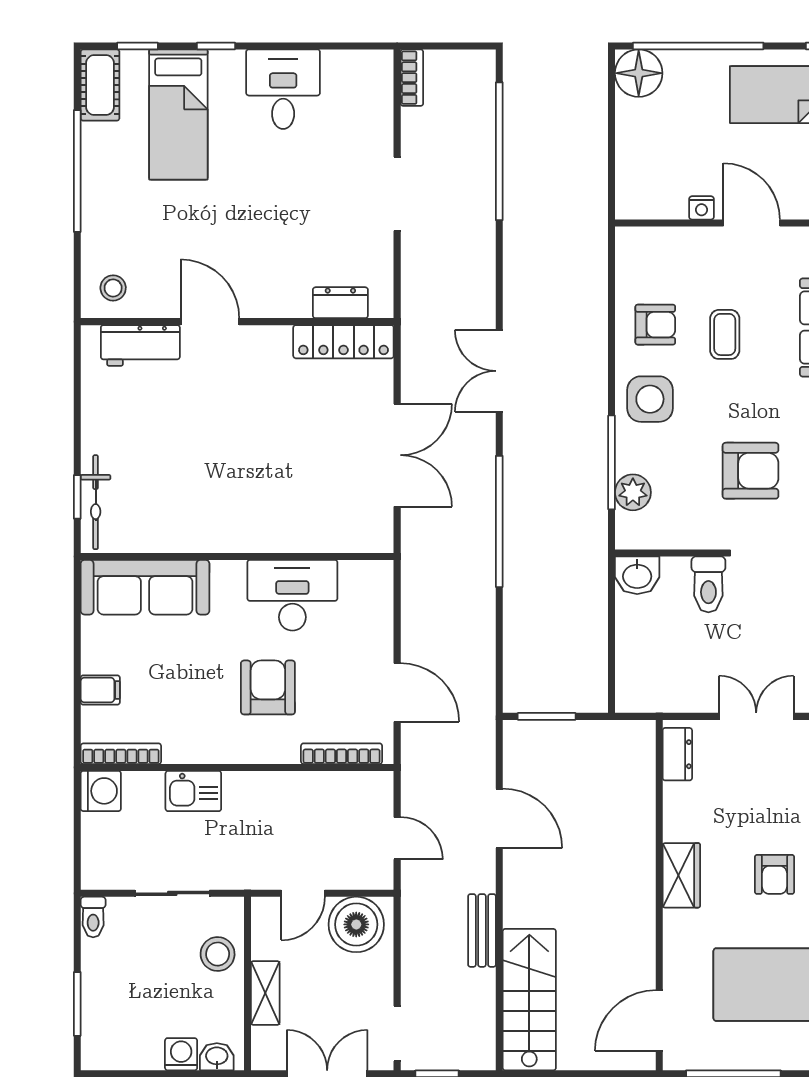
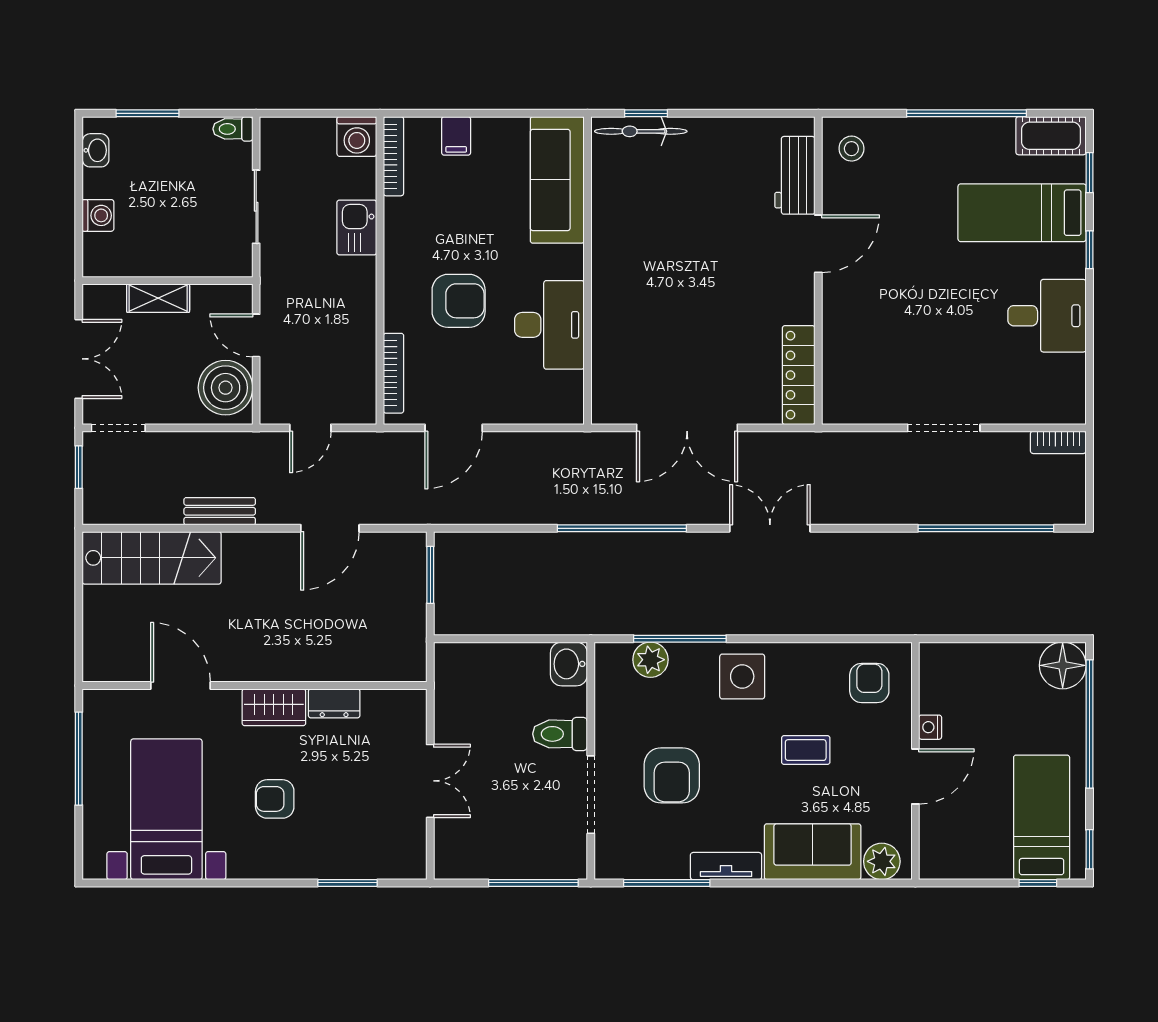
dresser: (340, 303) -> (837, 372), removed
armchair: (655, 325) -> (869, 683), moved, turned 180
dresser: (677, 754) -> (334, 703), moved
stool: (218, 954) -> (196, 251), removed
door: (659, 1021) -> (180, 686), moved
washbasin: (217, 1057) -> (96, 150), moved

